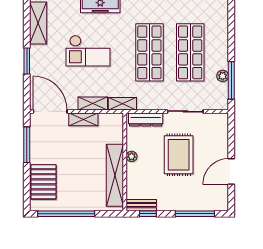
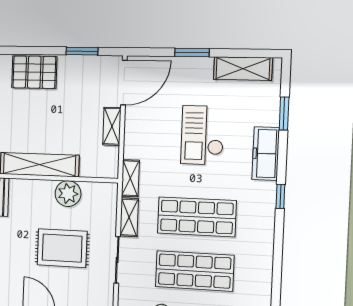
shelving: (93, 103) -> (129, 217), moved
dresser: (146, 120) -> (109, 208), removed
window: (27, 145) -> (82, 51), width x0.69
plant: (132, 156) -> (68, 194), width x1.88, depth x1.88

